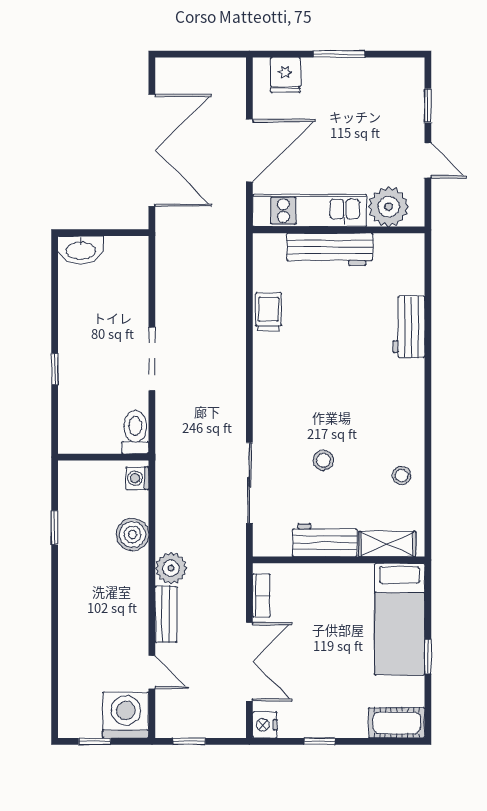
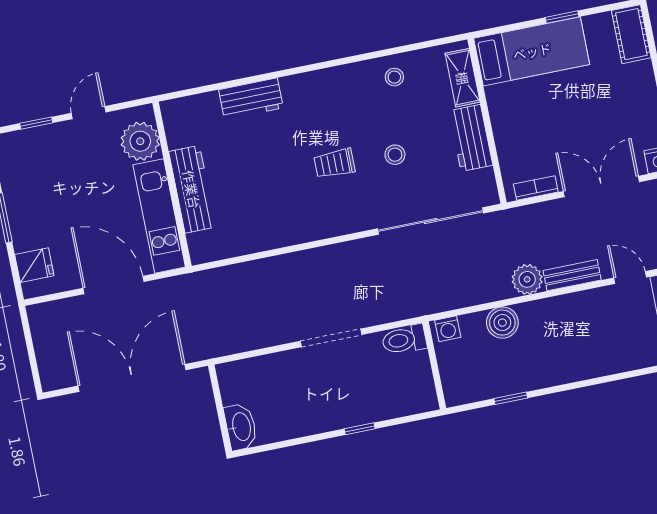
trolley: (268, 312) -> (334, 163), moved
sliding door: (249, 483) -> (431, 221), width x1.36
door: (152, 672) -> (630, 277), hinge flipped

